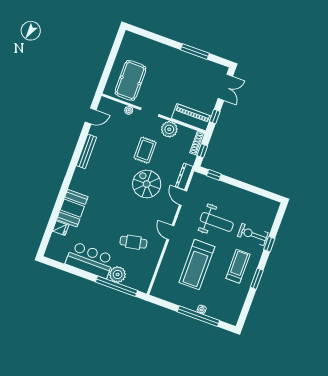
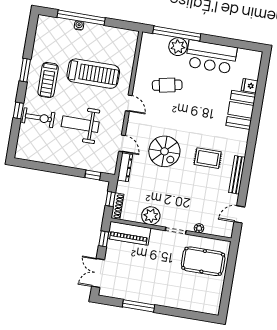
pool table: (130, 80) -> (203, 261), turned 90
rug: (145, 150) -> (208, 158), moved, turned 90
treadmill: (197, 265) -> (93, 74), turned 90

